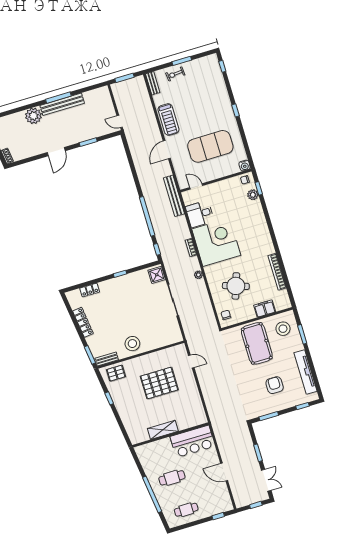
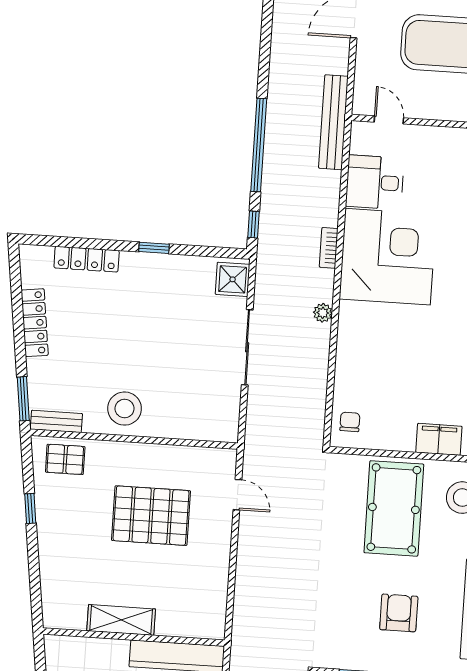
round table: (236, 286) -> (395, 367), removed
locker: (90, 290) -> (87, 259), width x1.53

